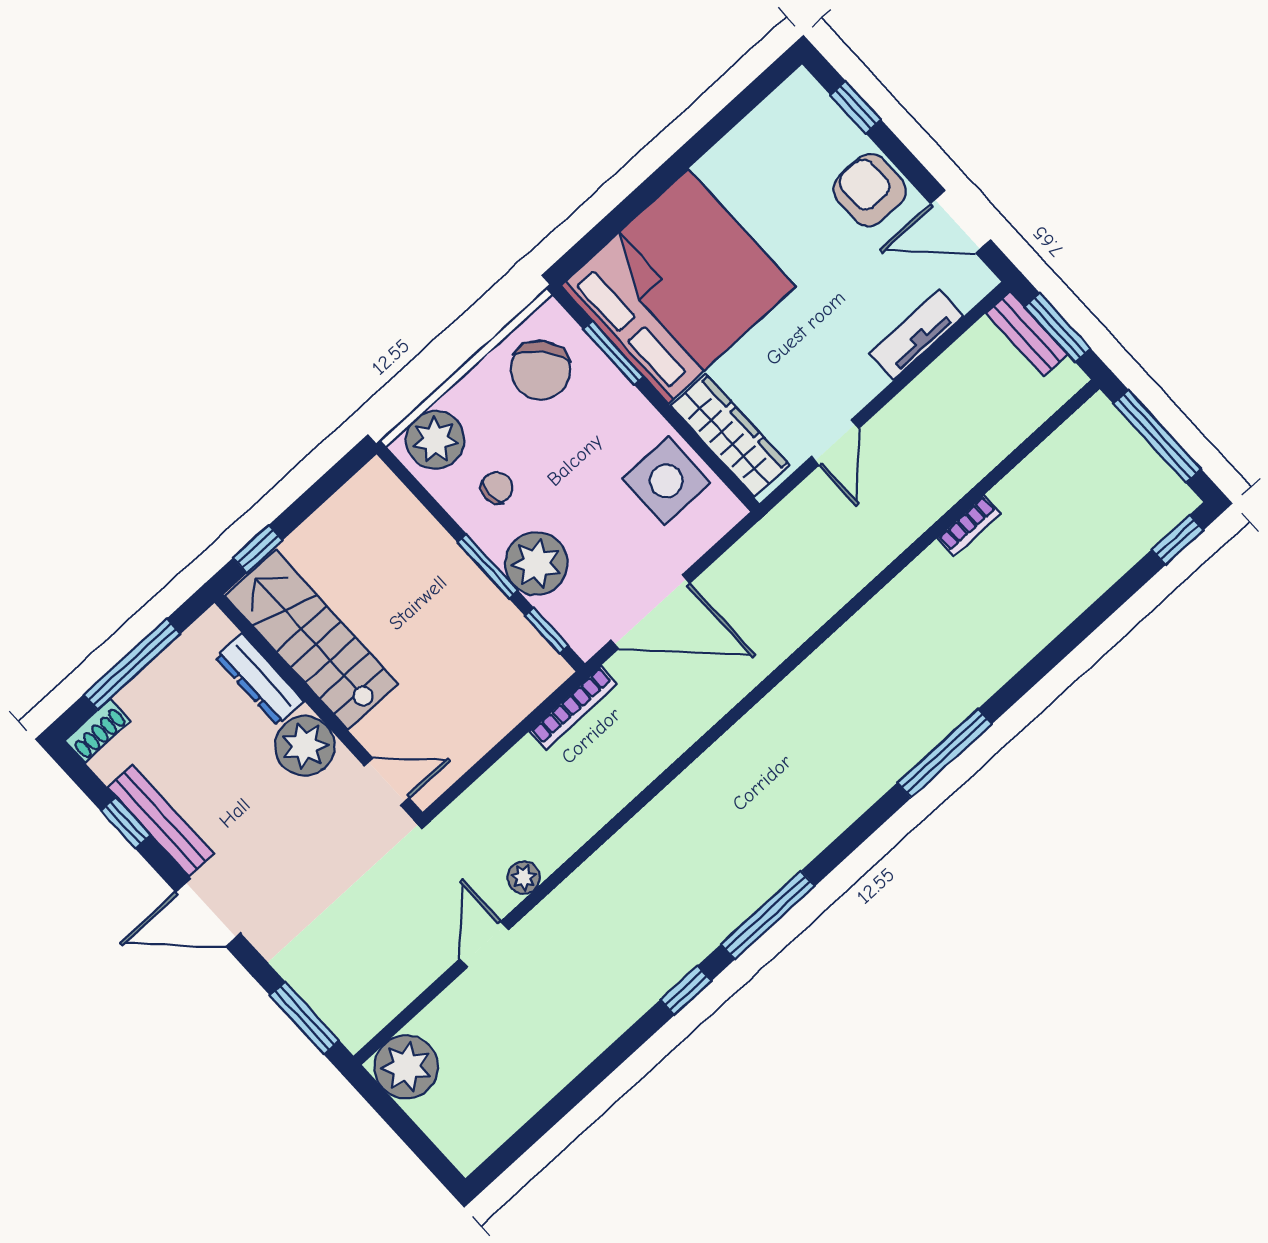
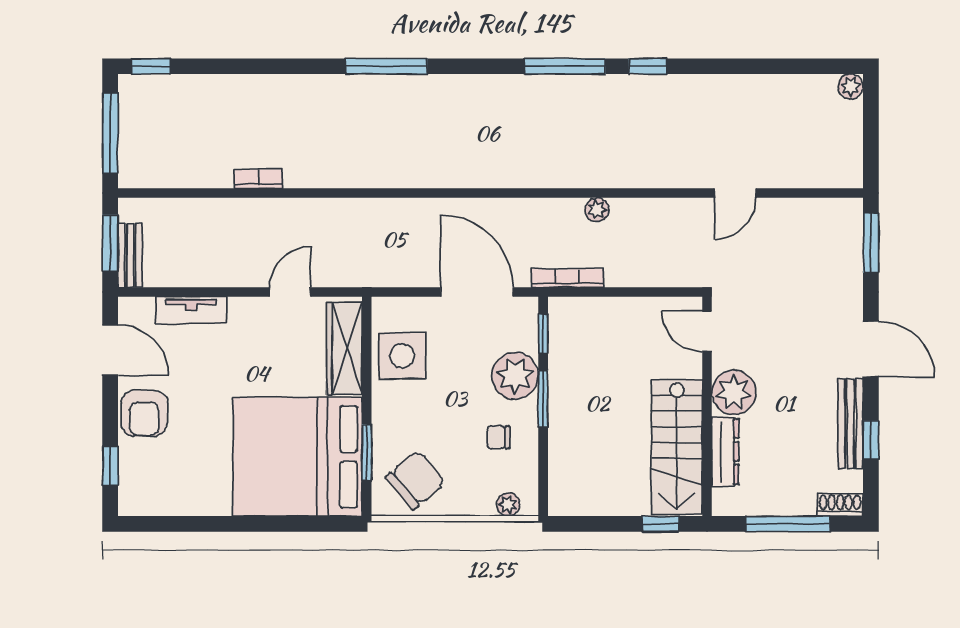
plant: (435, 440) -> (508, 505), width x0.53, depth x0.53
plant: (524, 878) -> (597, 210), moved
plant: (406, 1067) -> (851, 87), moved, width x0.53, depth x0.53

